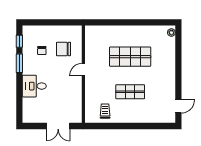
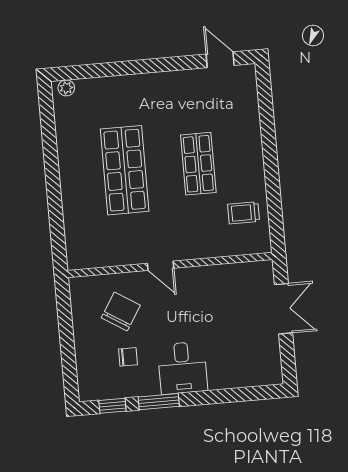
chair: (63, 49) -> (121, 312), turned -148
desk: (34, 86) -> (183, 368), moved

